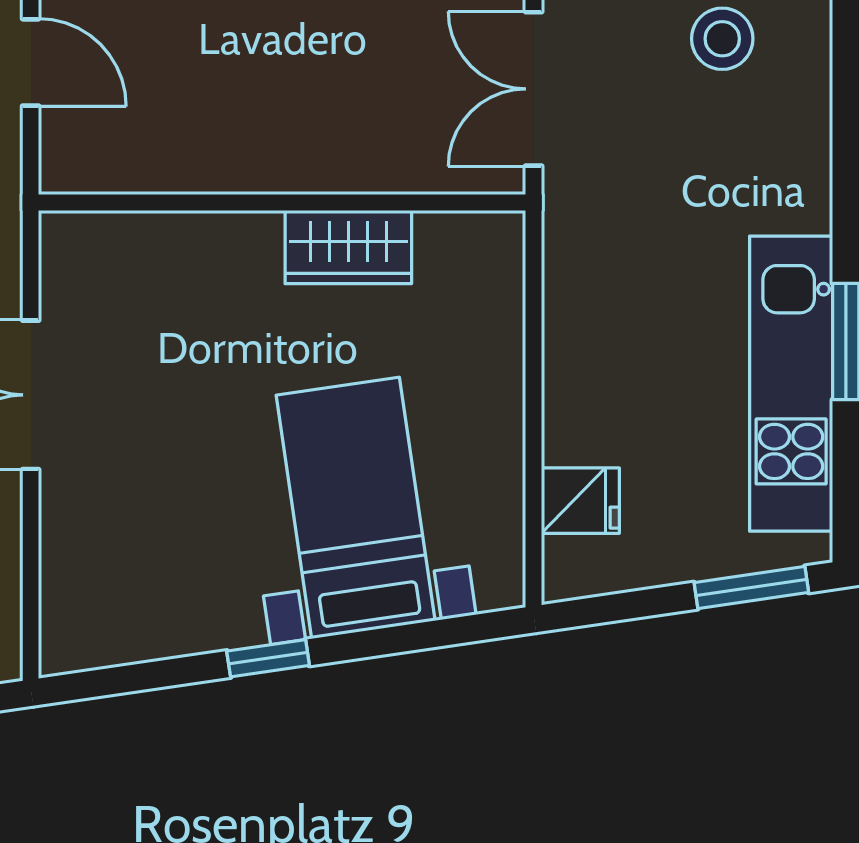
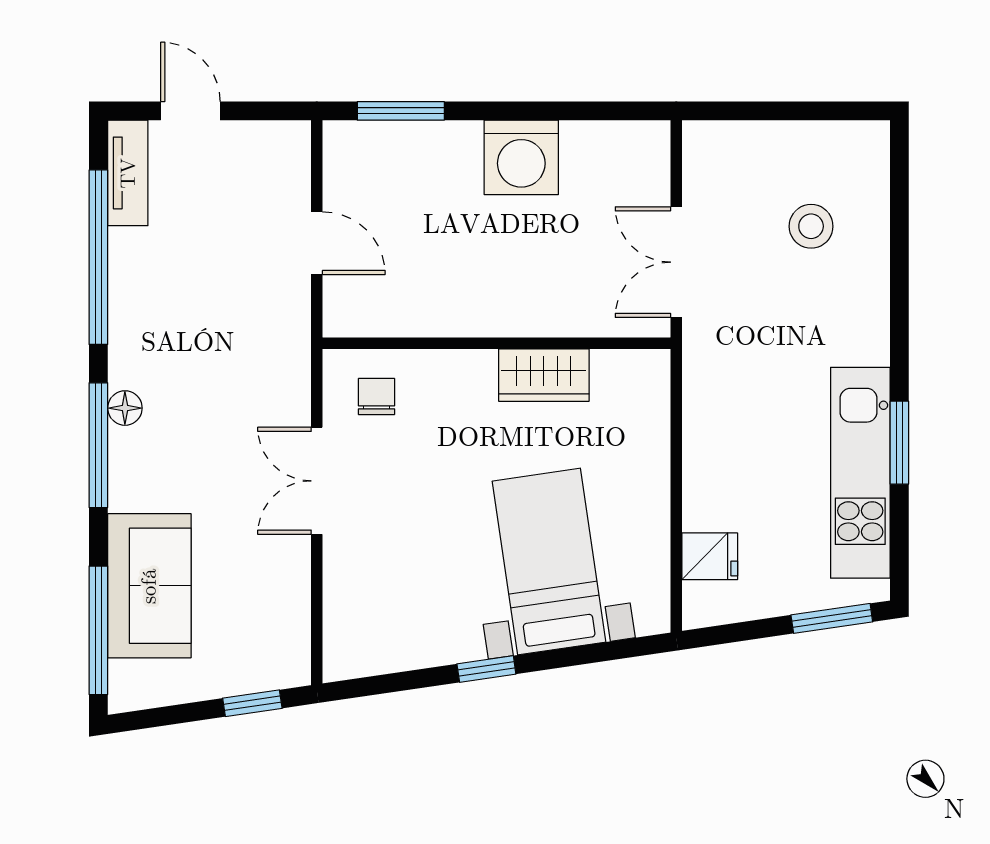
chair: (114, 277) -> (377, 397), added

